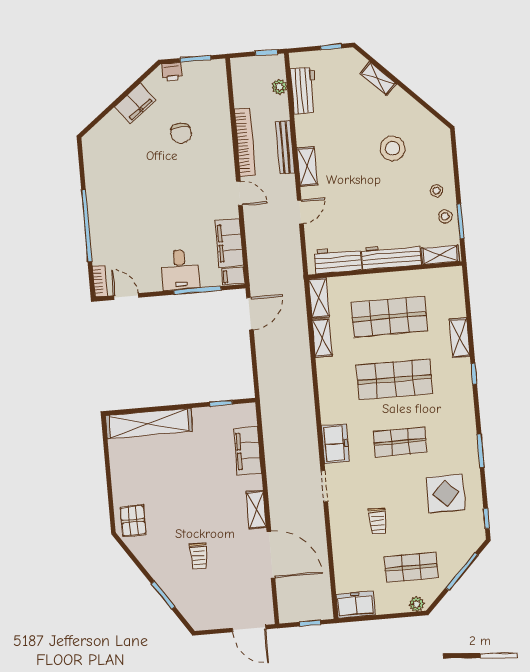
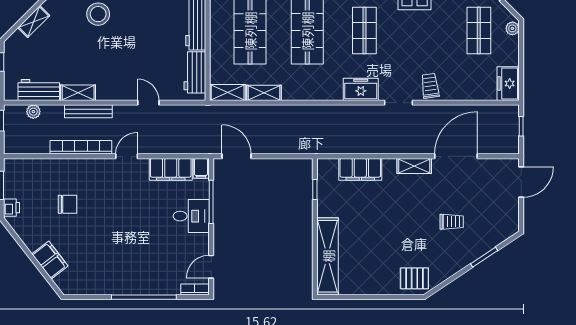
filing cabinet: (135, 103) -> (50, 260), moved
shelving: (307, 166) -> (78, 93), moved
trolley: (378, 521) -> (430, 86), moved, turned -98

